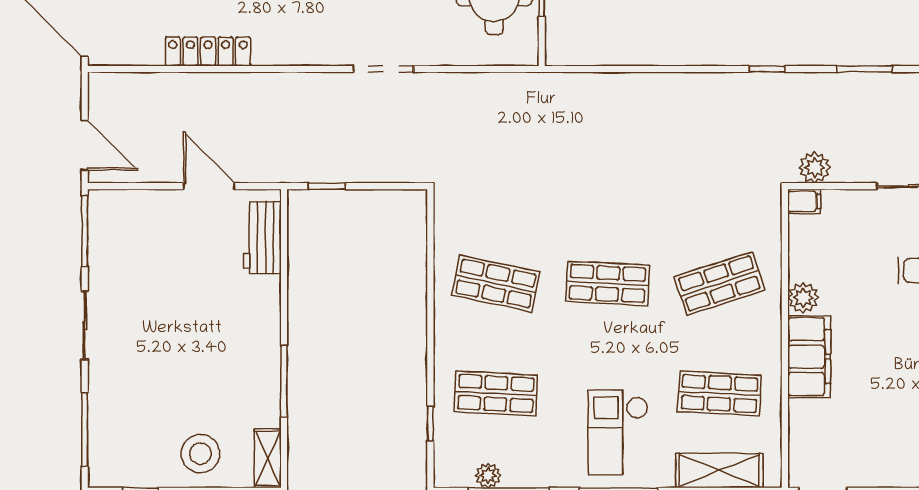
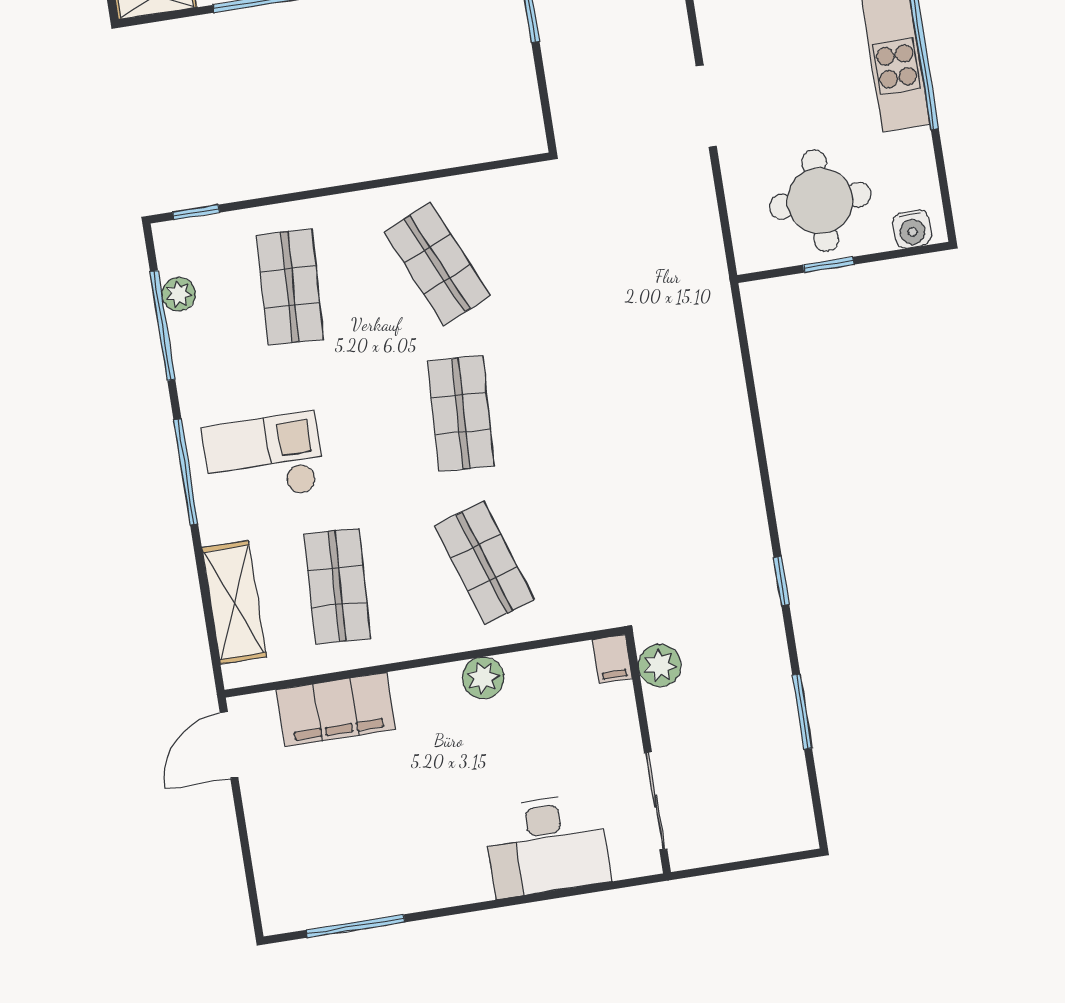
doorway: (383, 69) -> (706, 106), moved
shop shelf: (496, 284) -> (437, 264), turned -36
filing cabinet: (809, 357) -> (336, 709), moved
window: (430, 424) -> (196, 212), moved

